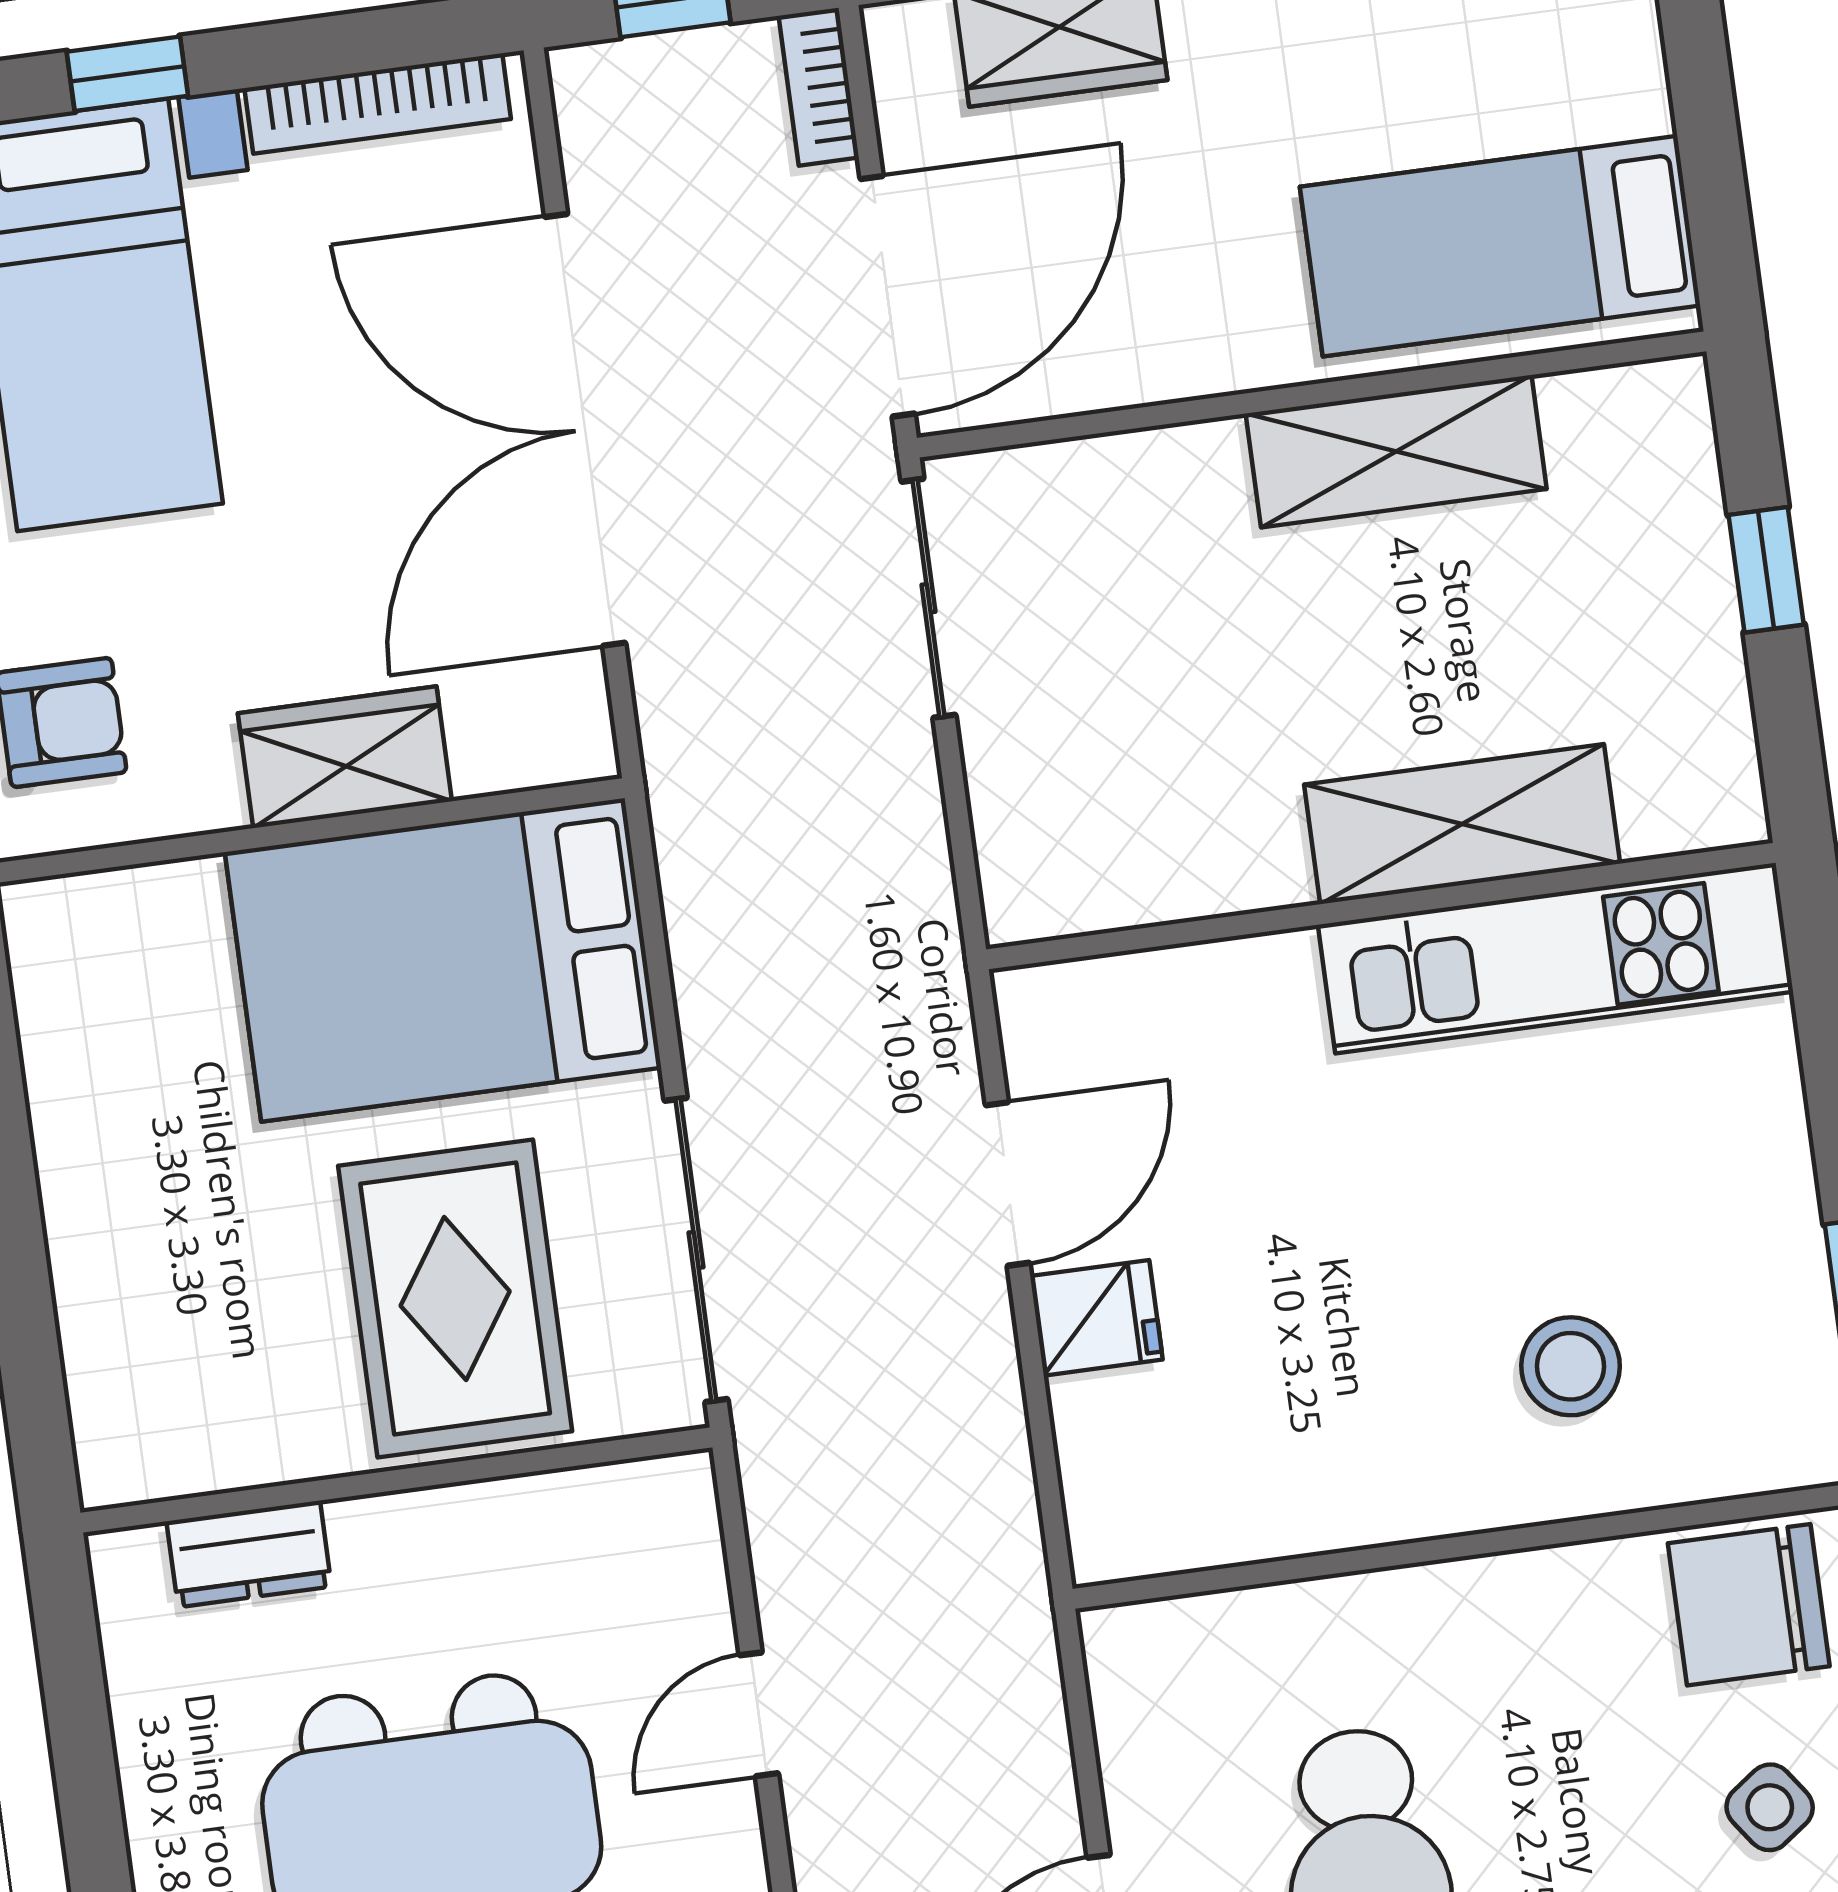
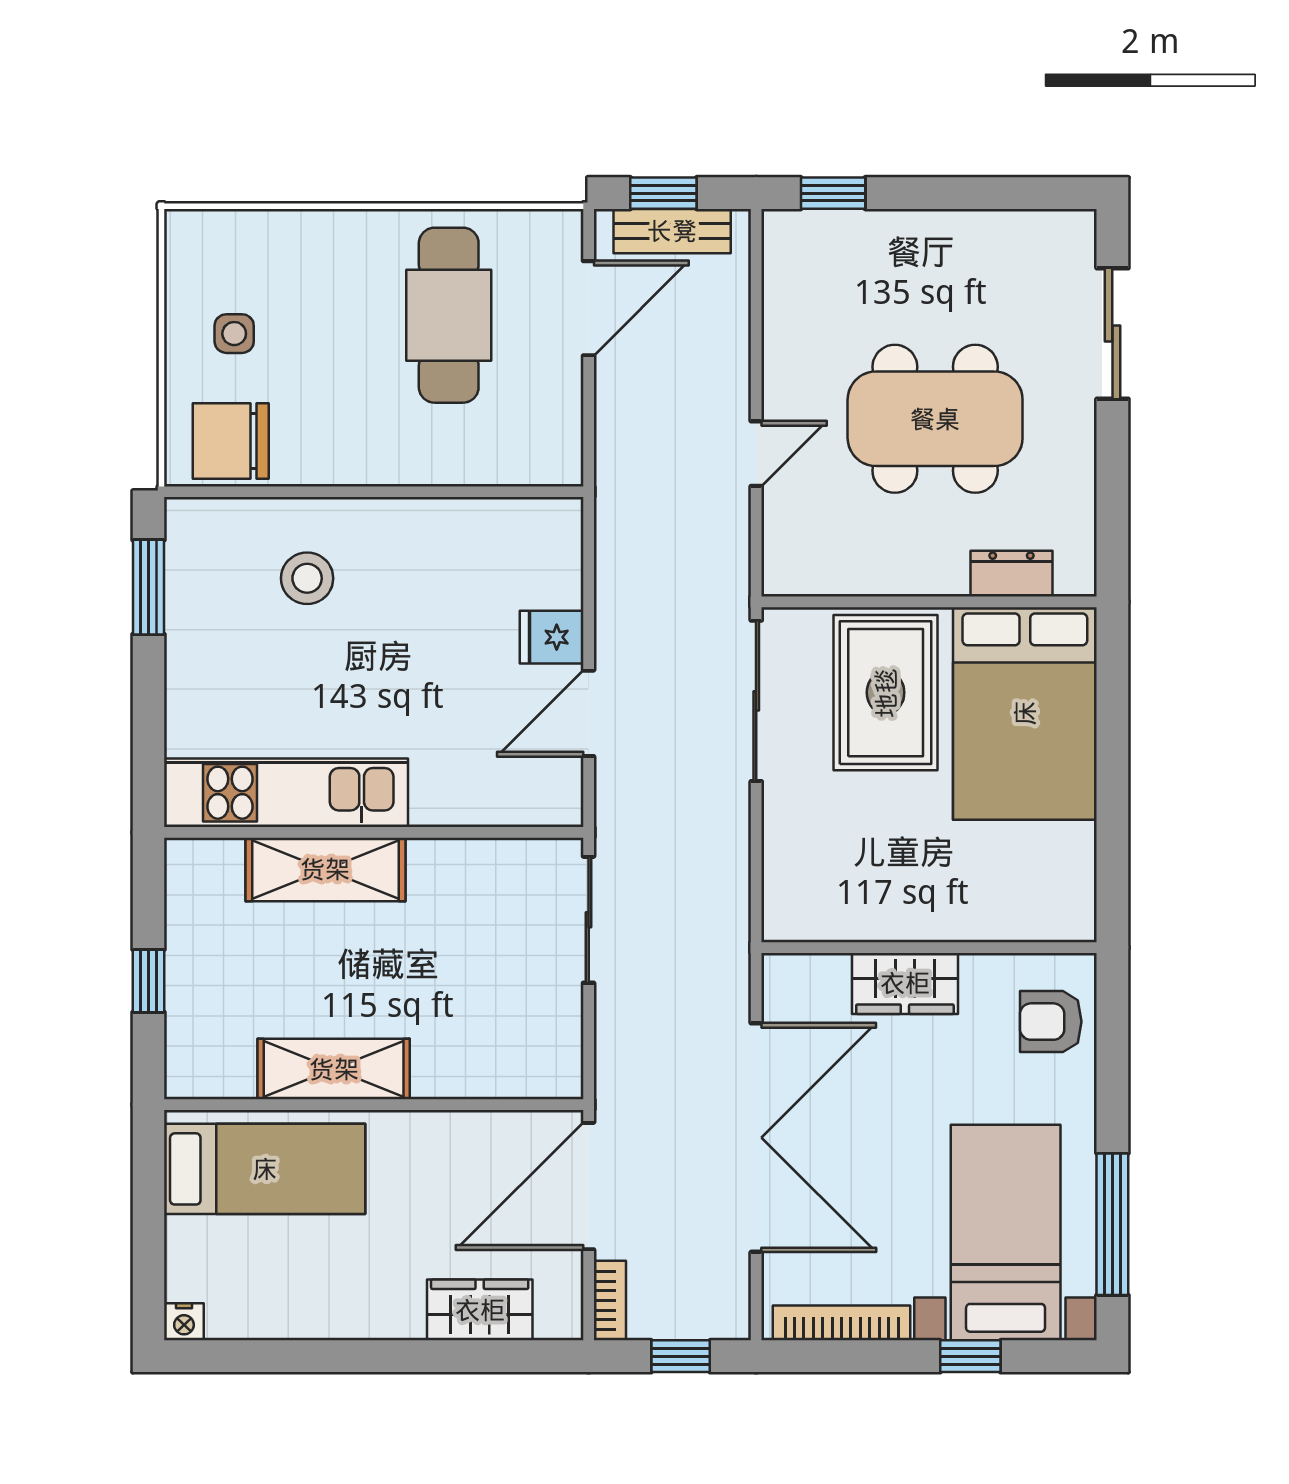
sliding door: (928, 598) -> (589, 920), moved
bed: (443, 960) -> (1025, 713), moved, turned 90
chair: (1749, 1605) -> (231, 441), turned 180
side table: (1770, 1807) -> (234, 334), turned 36

